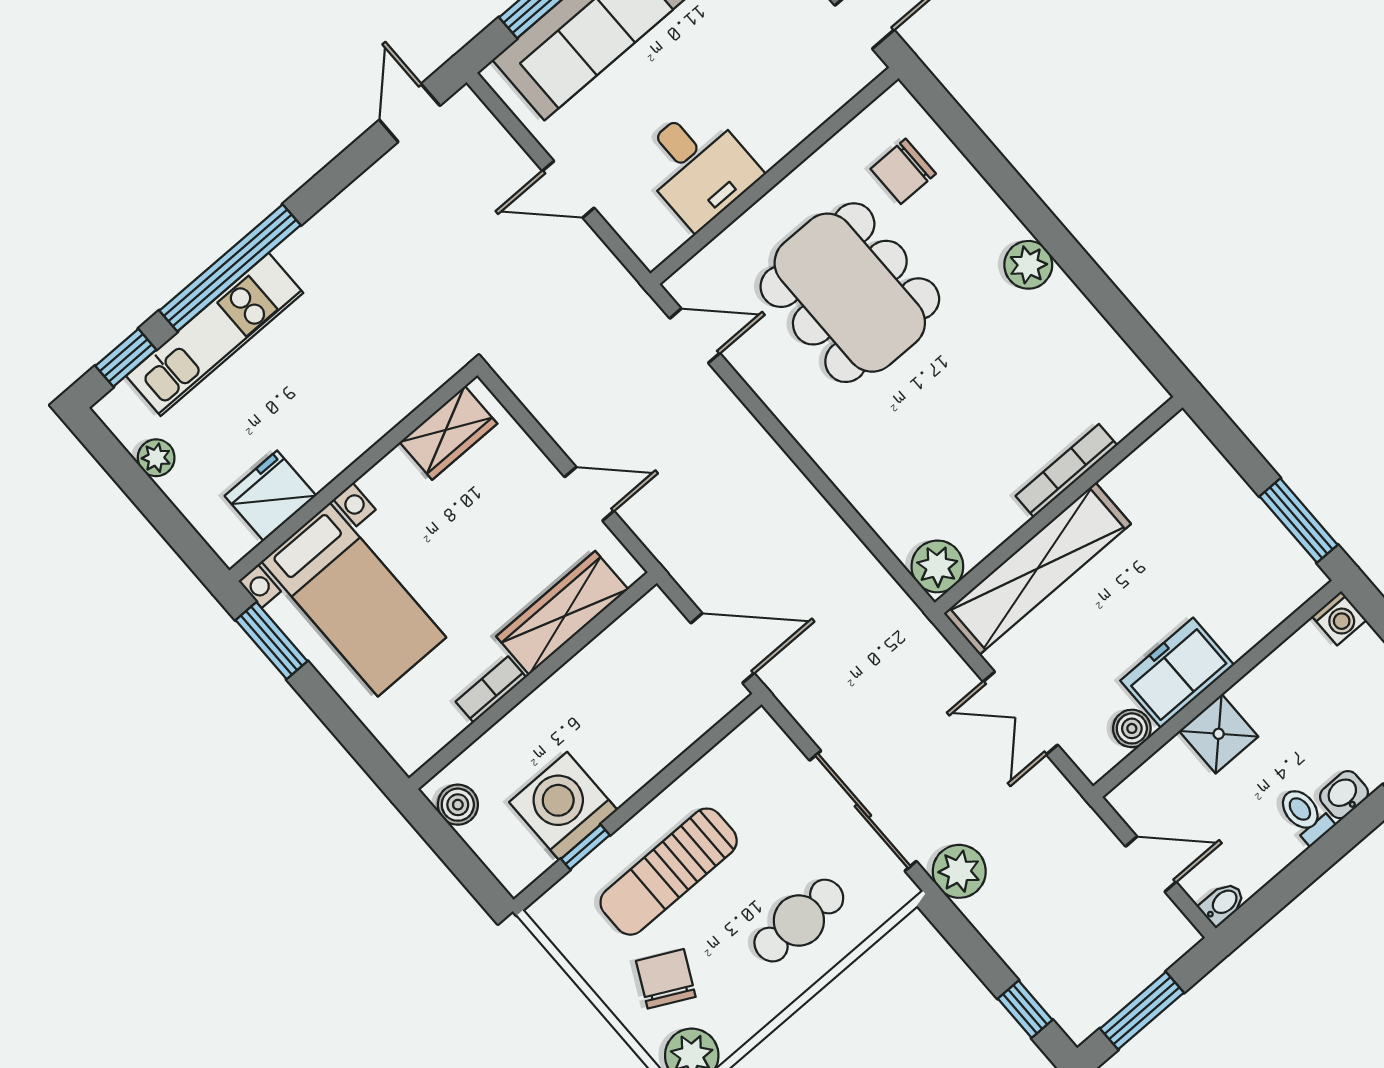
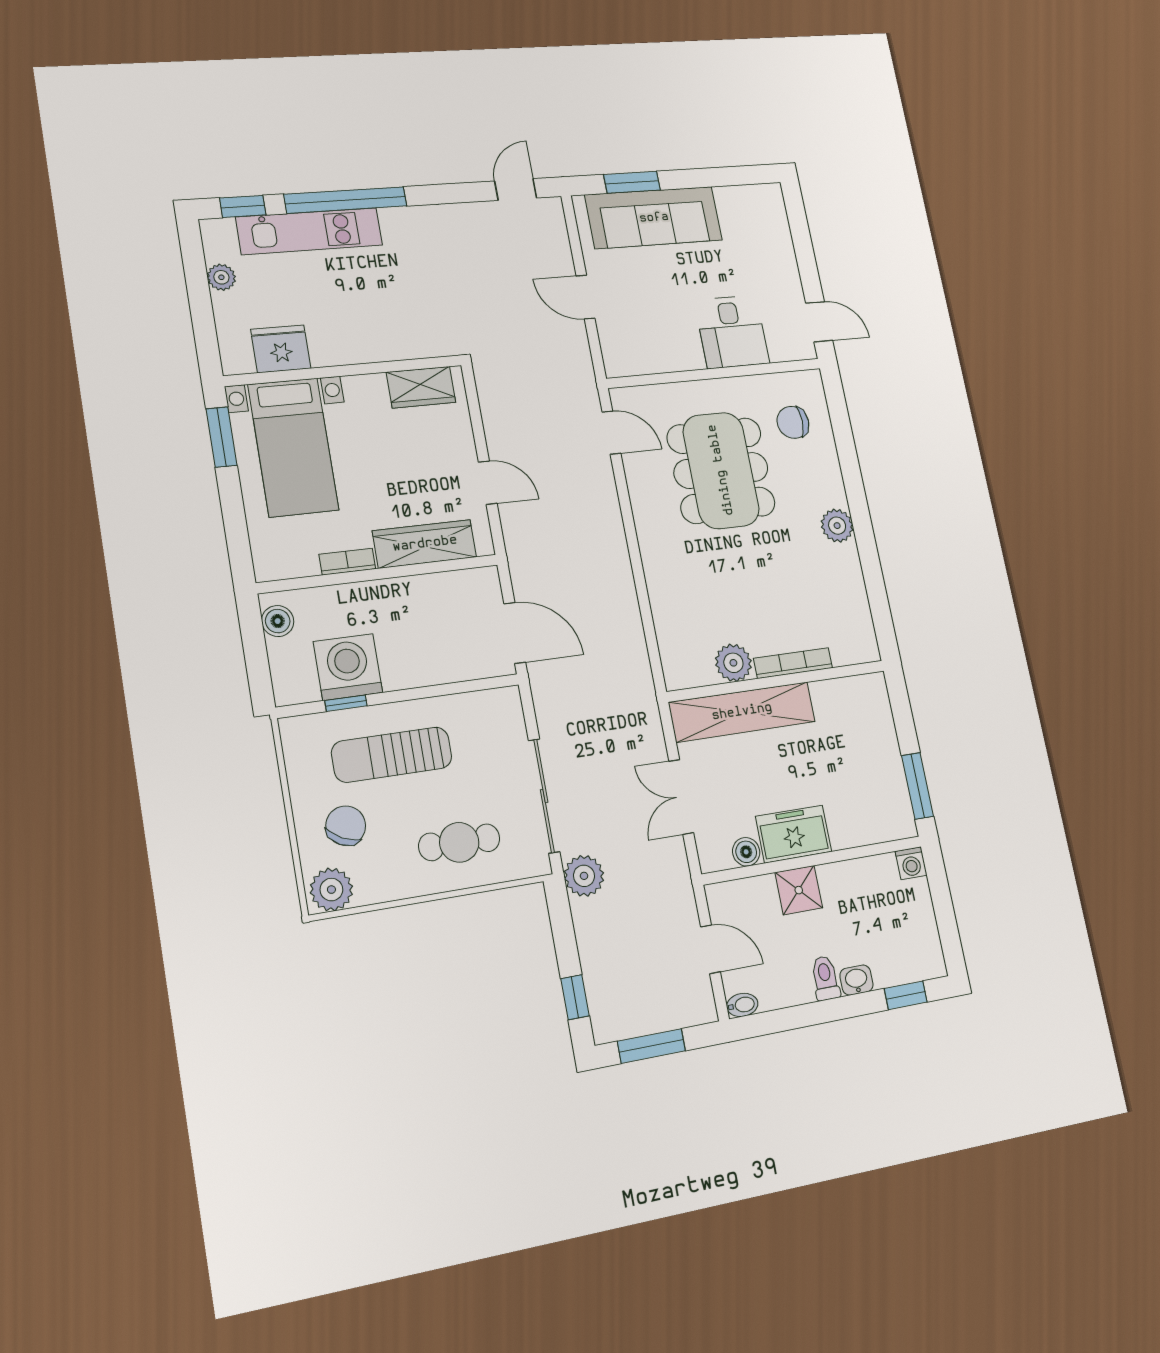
desk: (698, 166) -> (732, 332), moved
plant: (937, 566) -> (733, 663), moved

